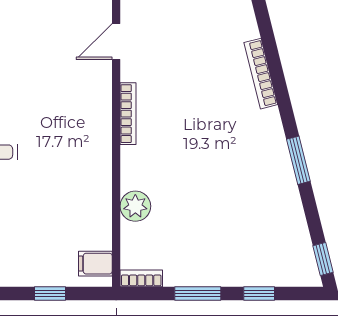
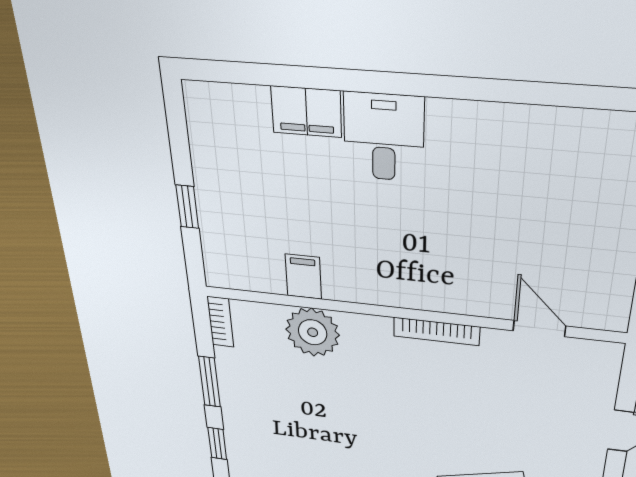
plant: (135, 206) -> (313, 332), width x1.36, depth x1.36
filing cabinet: (95, 264) -> (303, 277), moved

